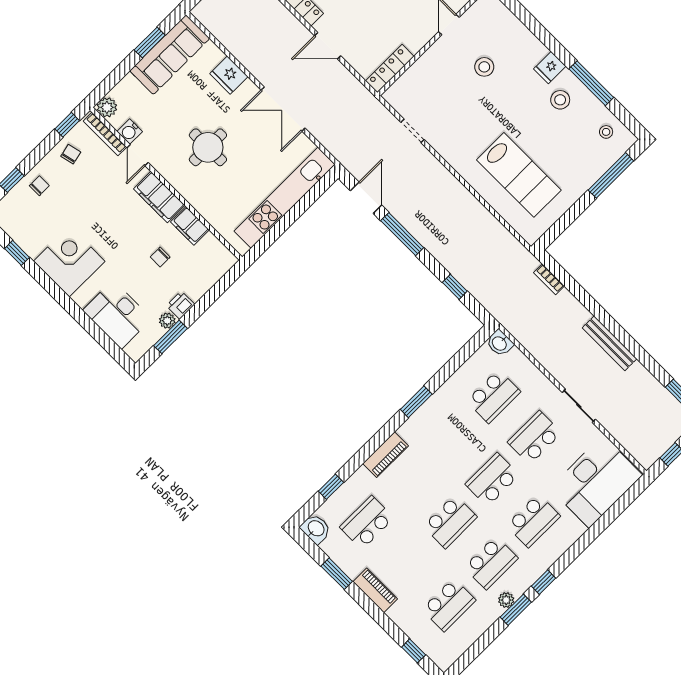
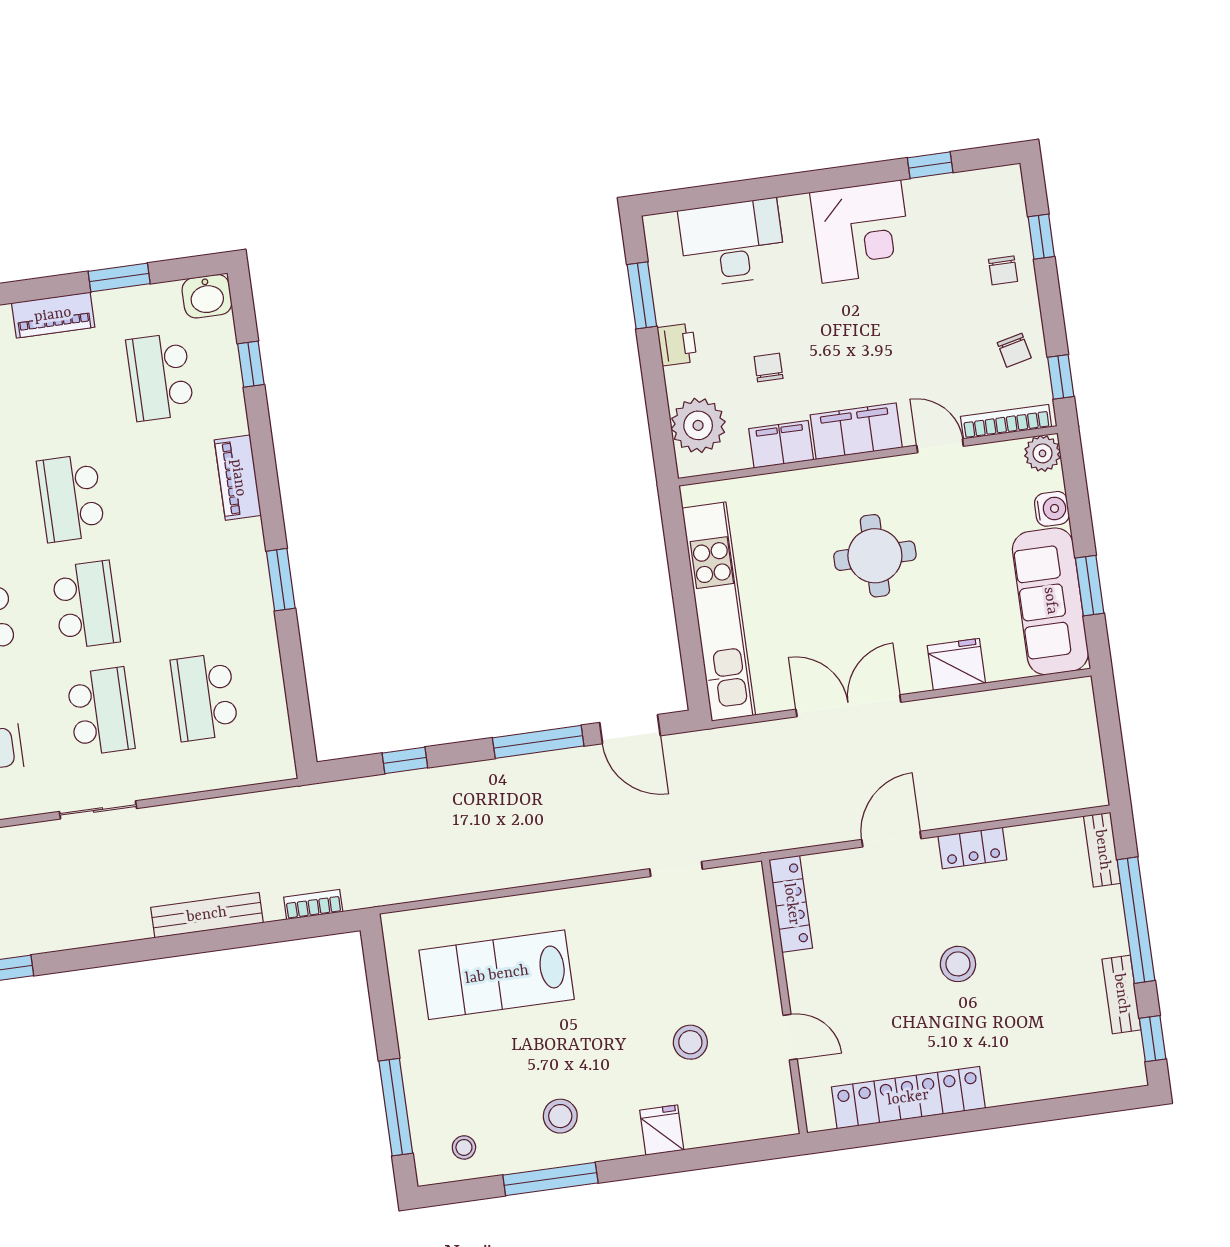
fridge: (550, 68) -> (662, 1130), moved
water cooler: (130, 131) -> (1052, 509), moved, turned 90
plant: (167, 321) -> (698, 425), moved, width x1.88, depth x1.88
washbasin: (500, 343) -> (275, 764), removed
bench: (610, 343) -> (207, 915), moved
school desk: (367, 523) -> (160, 377), turned 180

